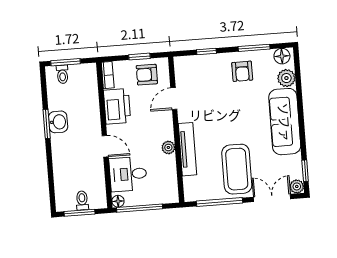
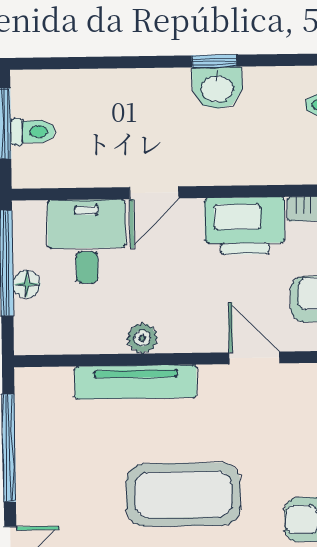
window: (47, 124) -> (214, 61), width x0.67
coffee table: (237, 169) -> (183, 494), moved
floor lamp: (118, 201) -> (27, 284), moved

